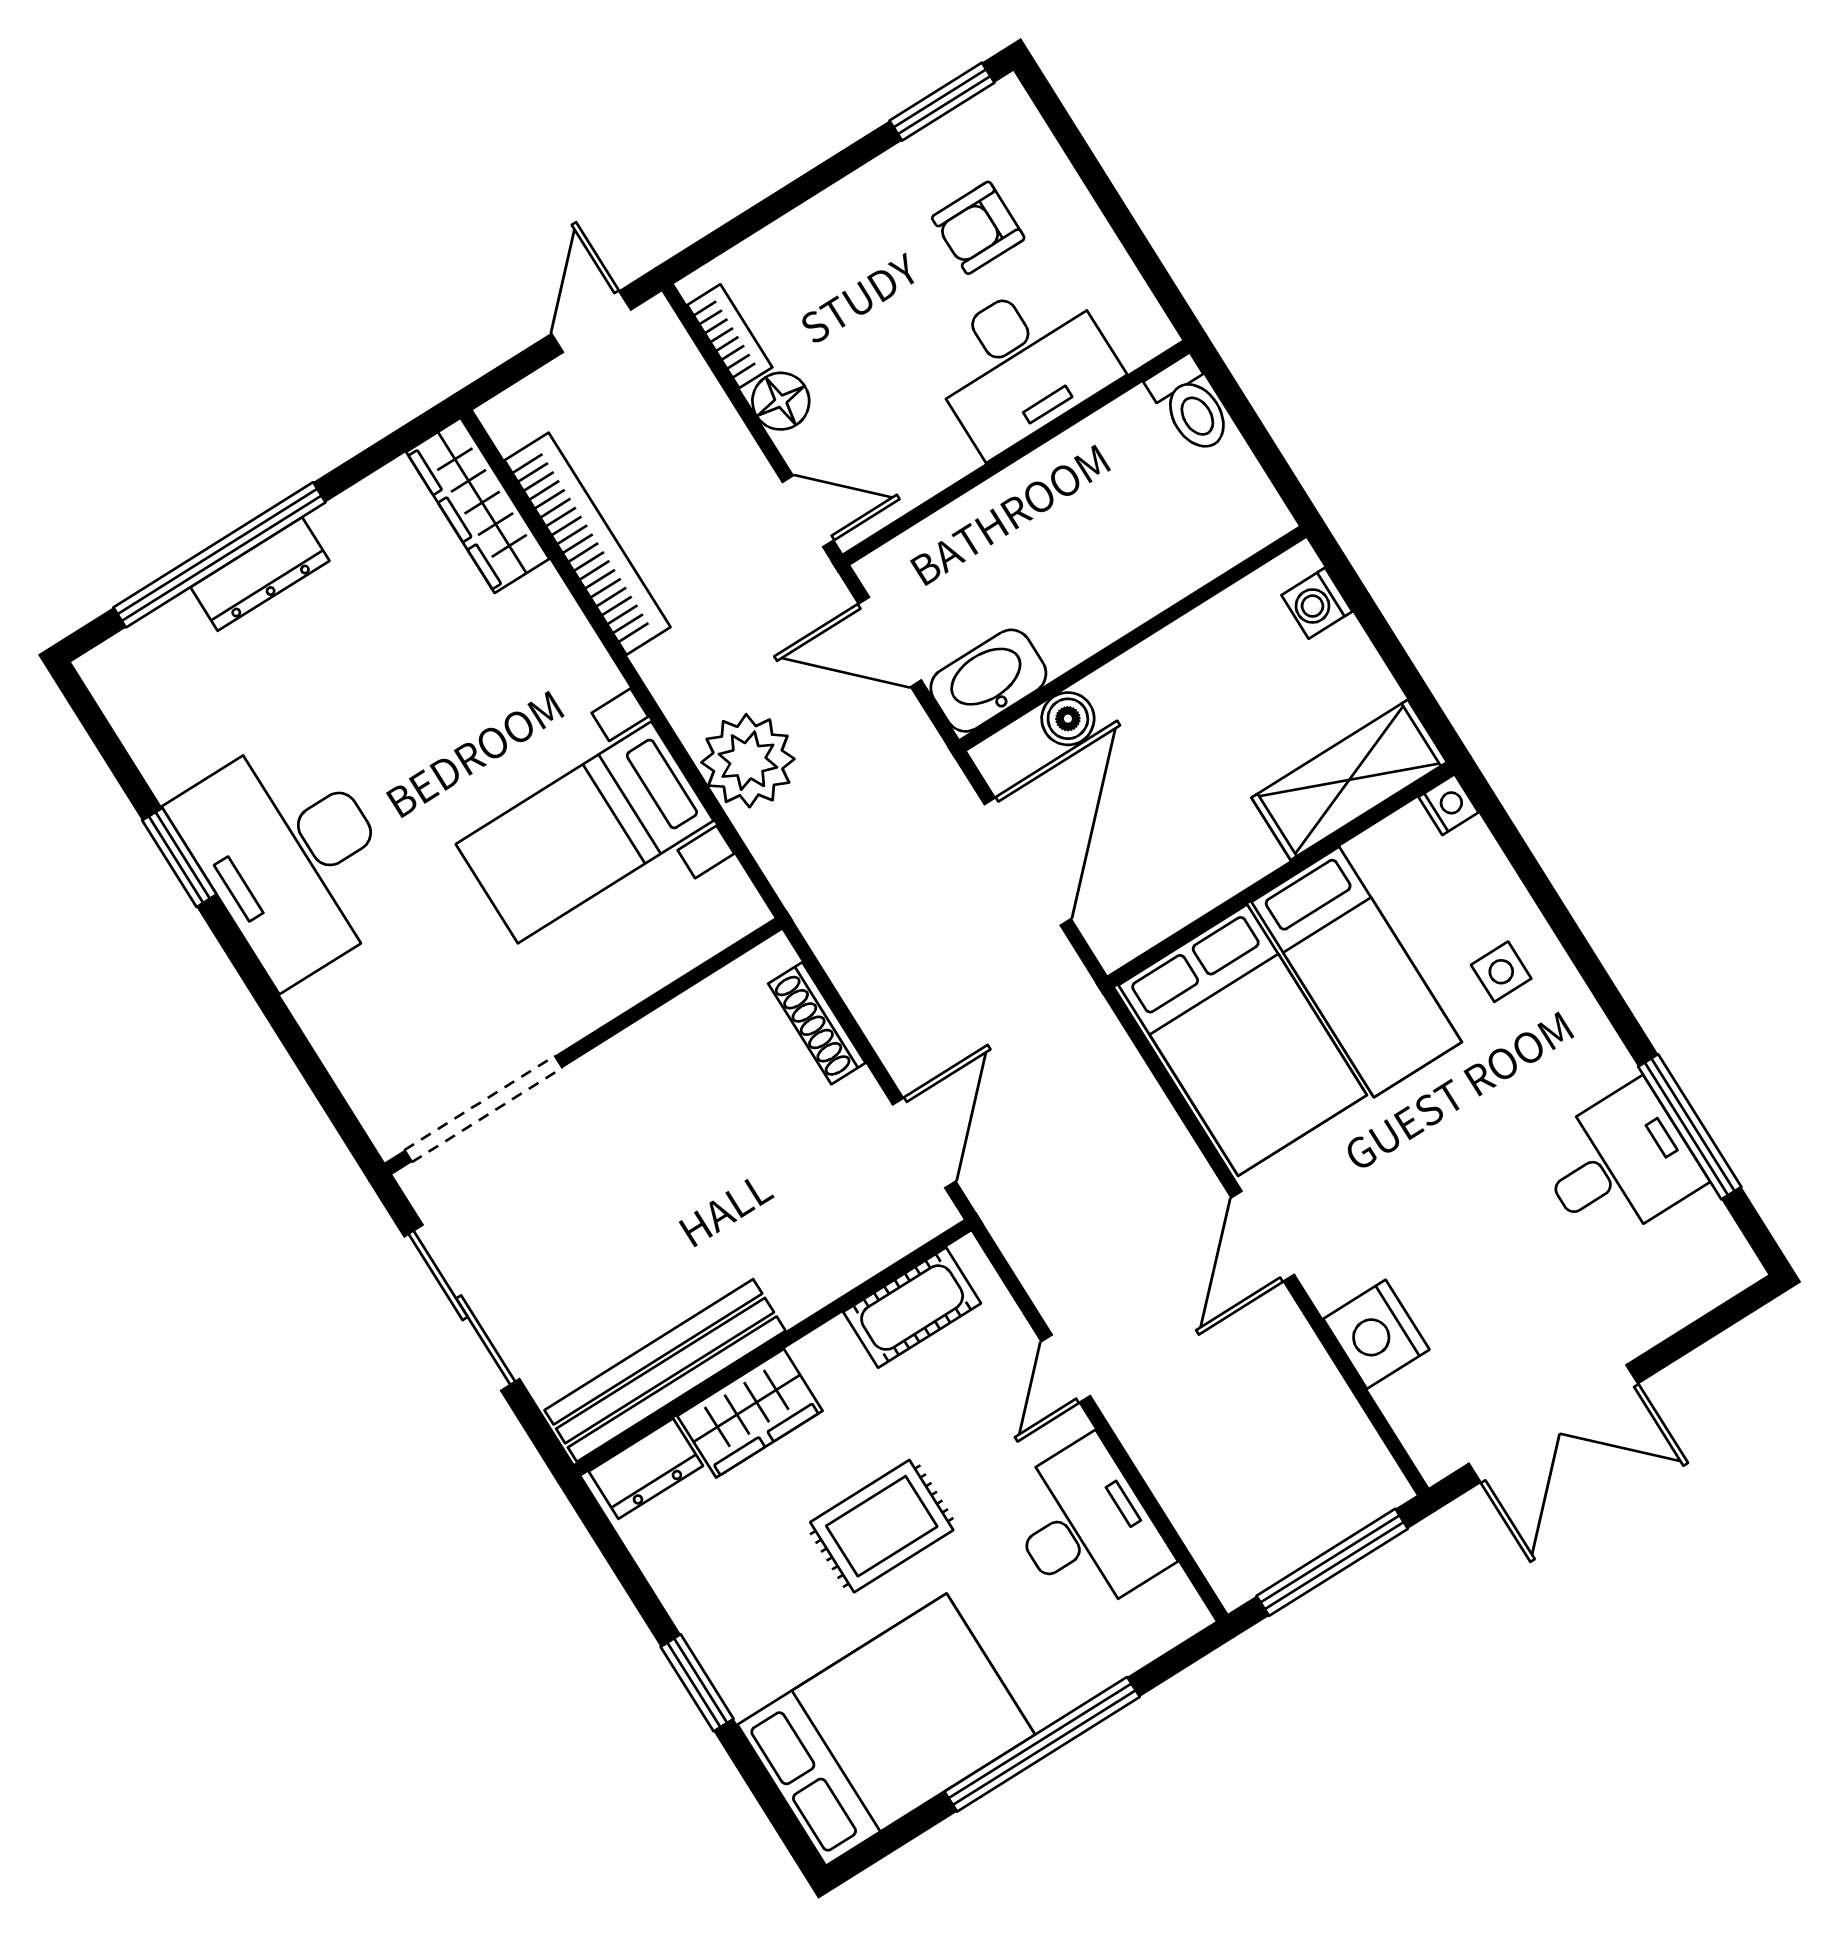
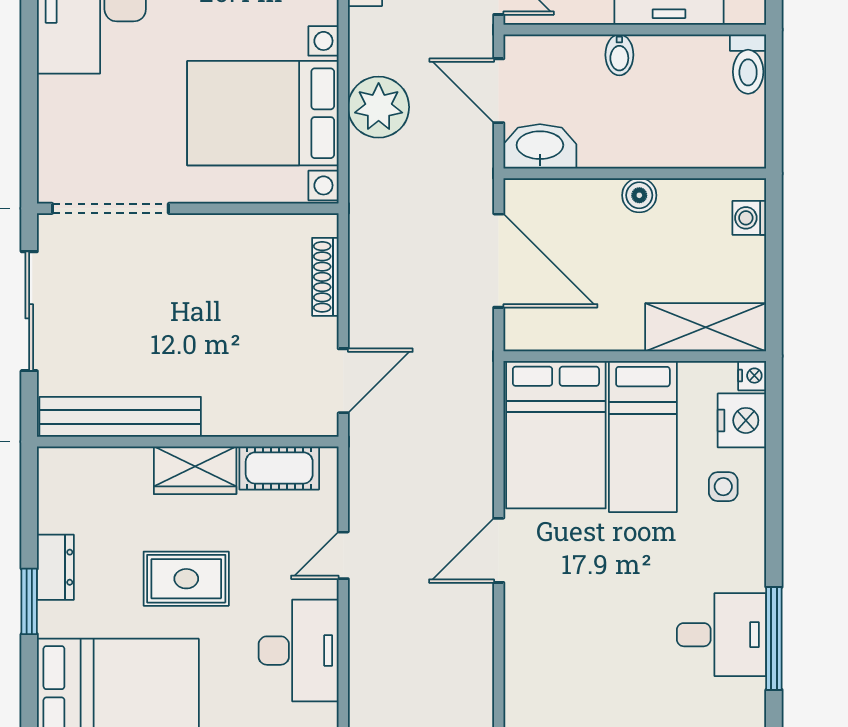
bidet: (1017, 498) -> (619, 55), added
boiler: (1068, 719) -> (639, 195), moved
bed with nightstands: (585, 832) -> (263, 113), width x1.36
door: (1028, 862) -> (499, 261), hinge flipped
nightstand: (1376, 1334) -> (742, 420), moved, turned 180
wardrobe: (750, 1413) -> (195, 470), moved
dresser: (646, 1469) -> (55, 567), moved, turned -90

